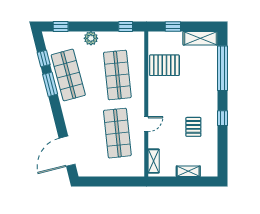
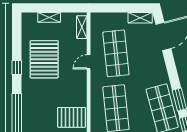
pallet: (193, 127) -> (44, 59), width x2.05, depth x2.00
shelving: (92, 171) -> (140, 18), added

